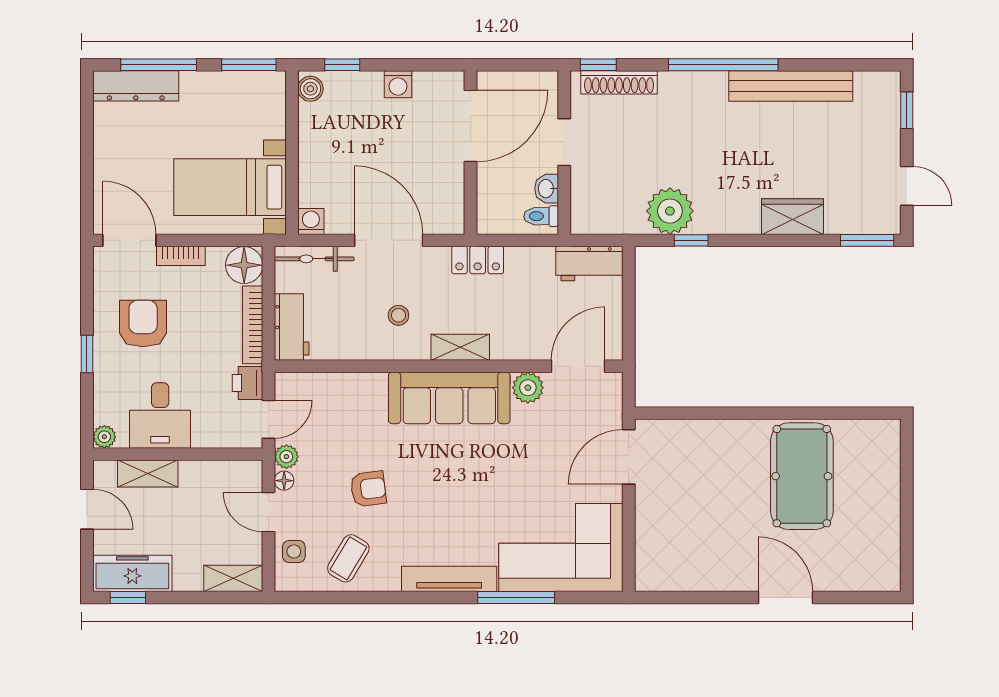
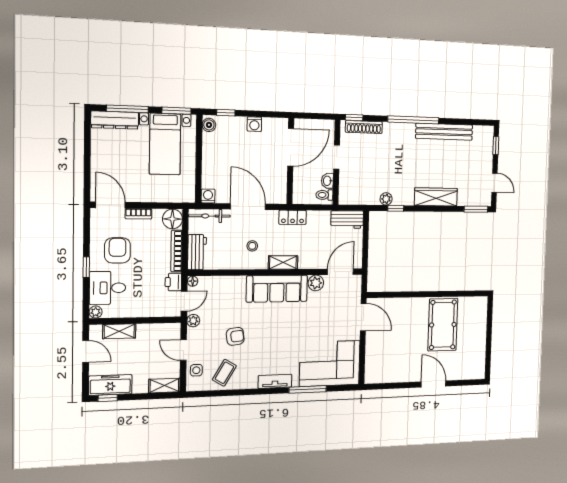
bed with nightstands: (230, 187) -> (165, 144), moved, turned -90
plant: (670, 211) -> (386, 199), width x0.53, depth x0.53
wardrobe: (793, 217) -> (436, 197), width x1.50
desk: (160, 415) -> (108, 288), moved, turned 90
door: (629, 457) -> (363, 317), swing flipped
floor lamp: (284, 481) -> (193, 281), moved
tv unit: (449, 579) -> (275, 381), width x0.71

